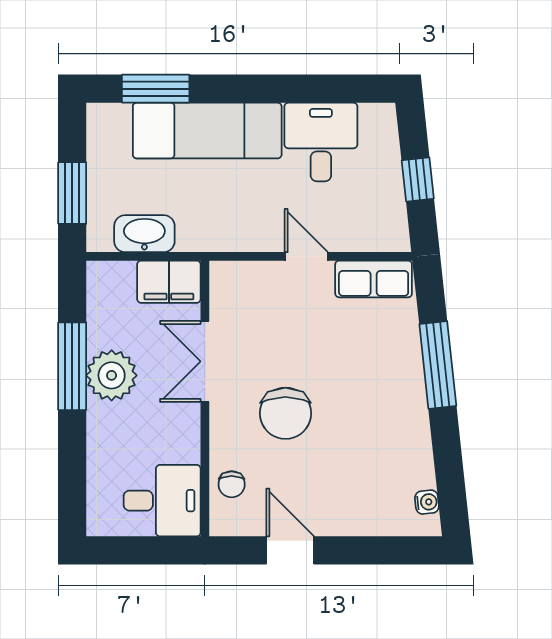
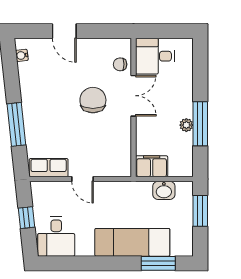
desk: (321, 142) -> (56, 237), moved
washbasin: (144, 234) -> (164, 190), width x0.72
double door: (205, 361) -> (134, 96), moved
plant: (112, 375) -> (186, 125), width x0.53, depth x0.53
chair: (232, 484) -> (120, 64), turned -90
door: (290, 550) -> (64, 31), moved

